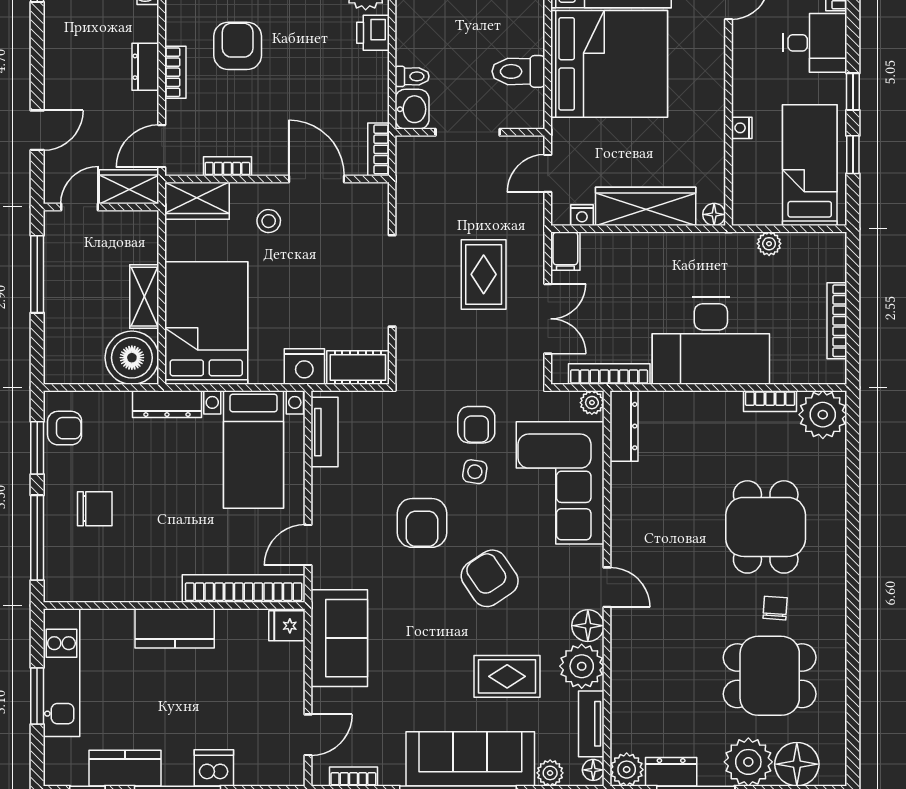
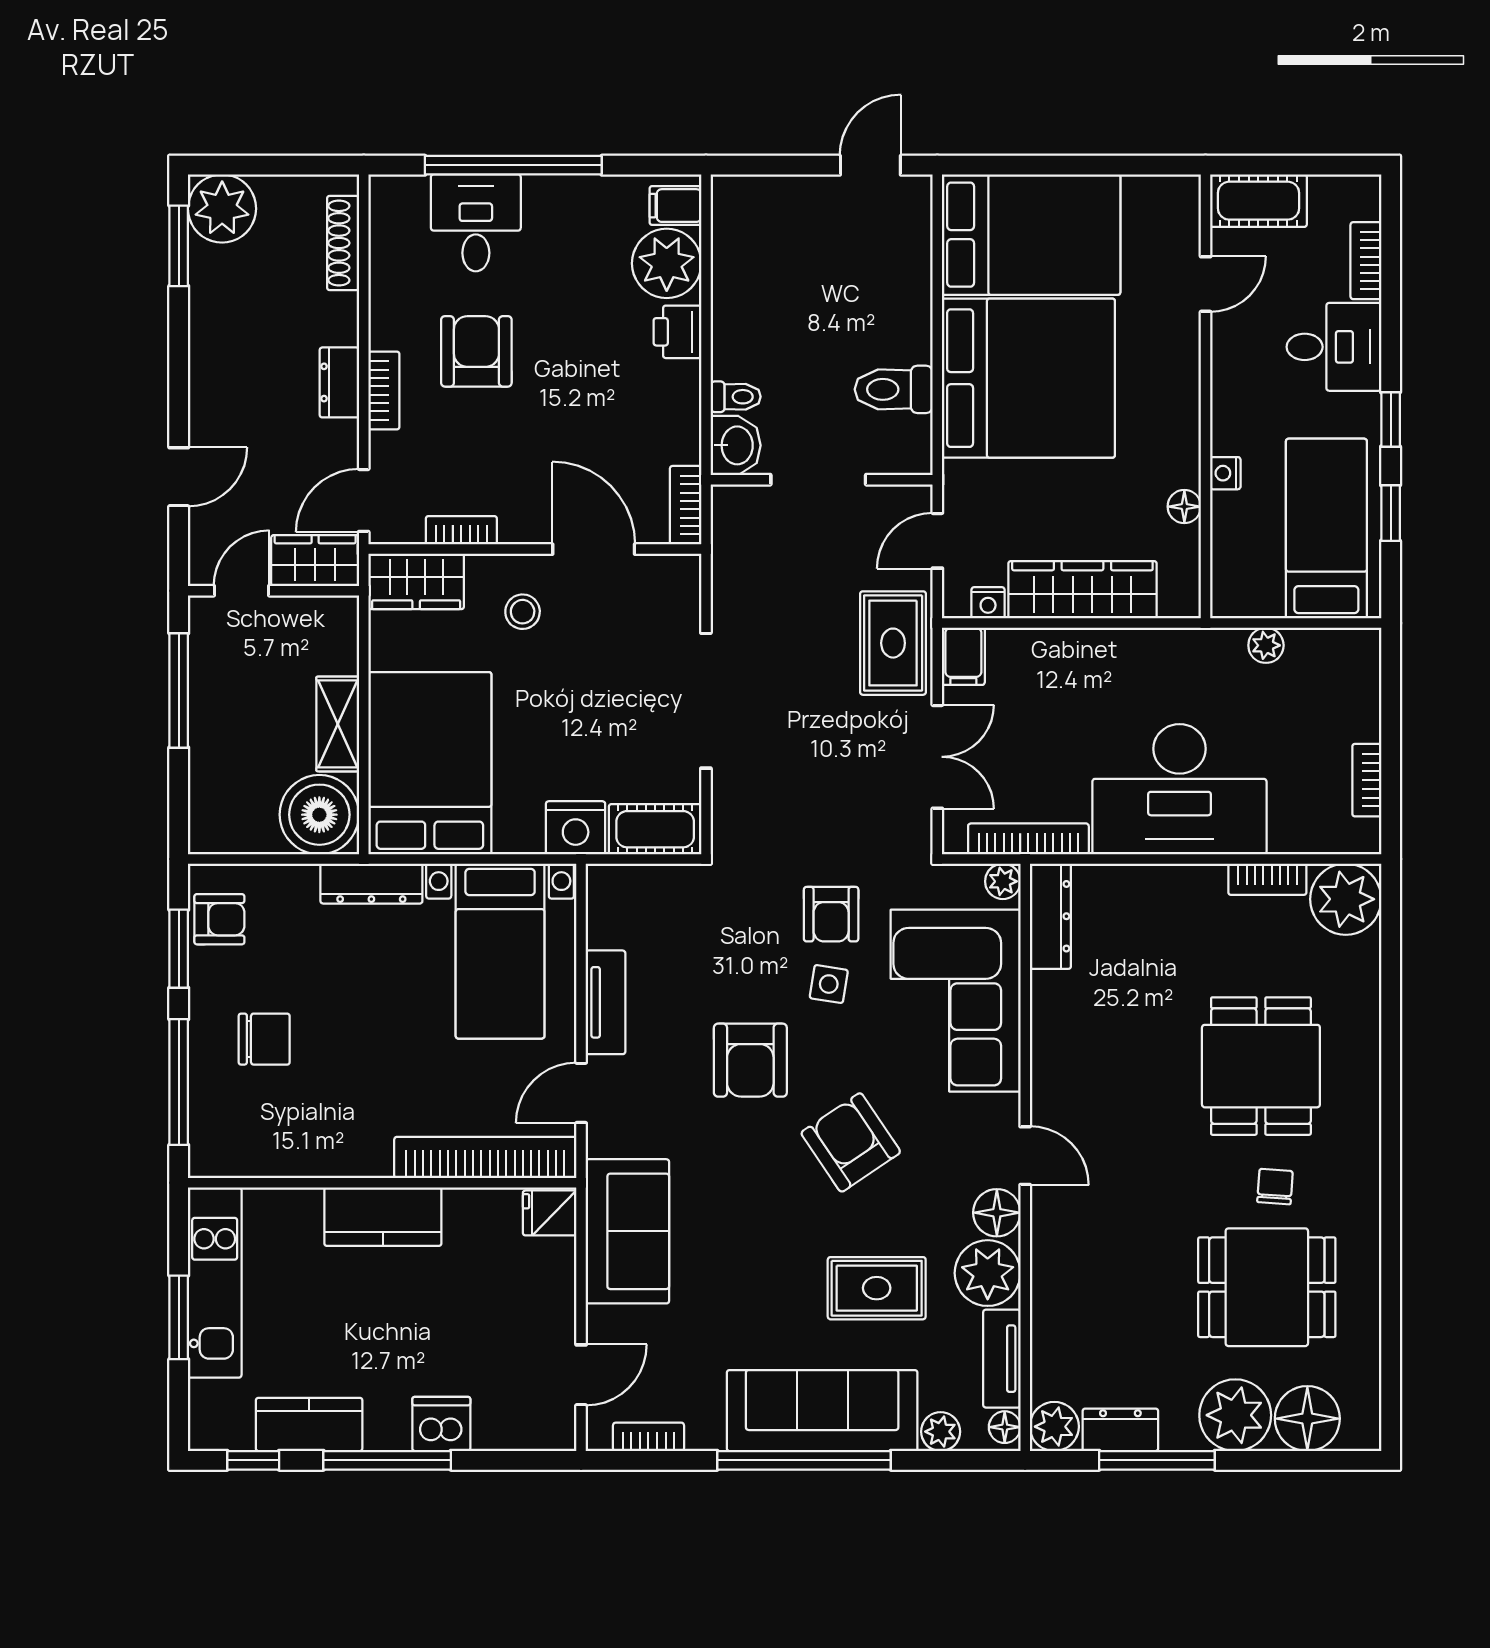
floor lamp: (714, 214) -> (1184, 507), moved
rug: (484, 274) -> (893, 643), moved
bookcase: (837, 321) -> (1367, 780), width x0.64
tv unit: (325, 432) -> (606, 1002), moved

